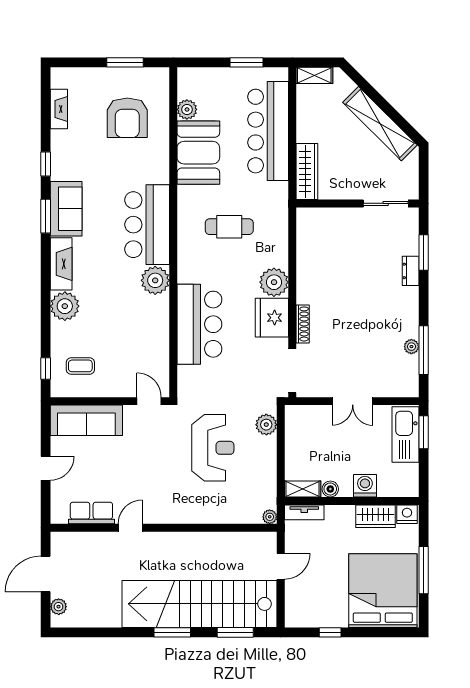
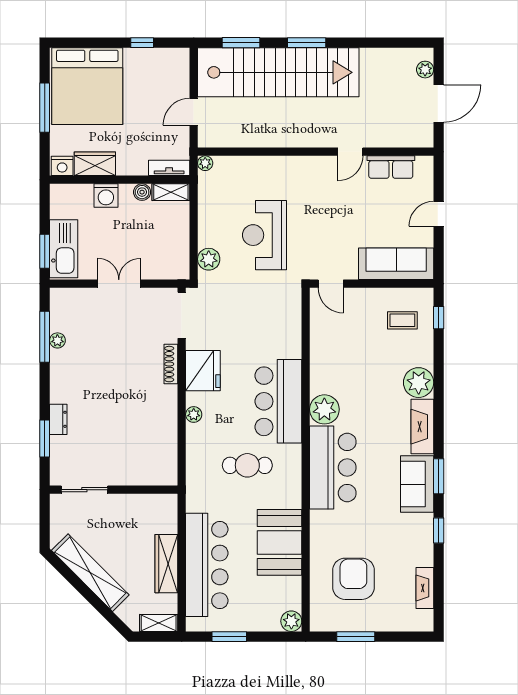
plant: (187, 109) -> (291, 621), moved
wardrobe: (307, 172) -> (166, 564), moved
plant: (274, 282) -> (194, 414), width x0.53, depth x0.53
bar counter: (199, 324) -> (278, 401), moved

